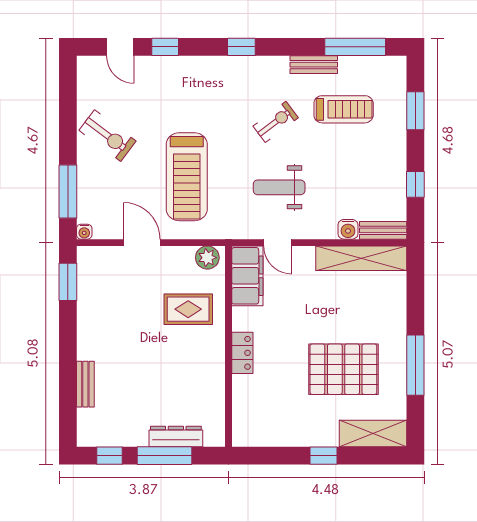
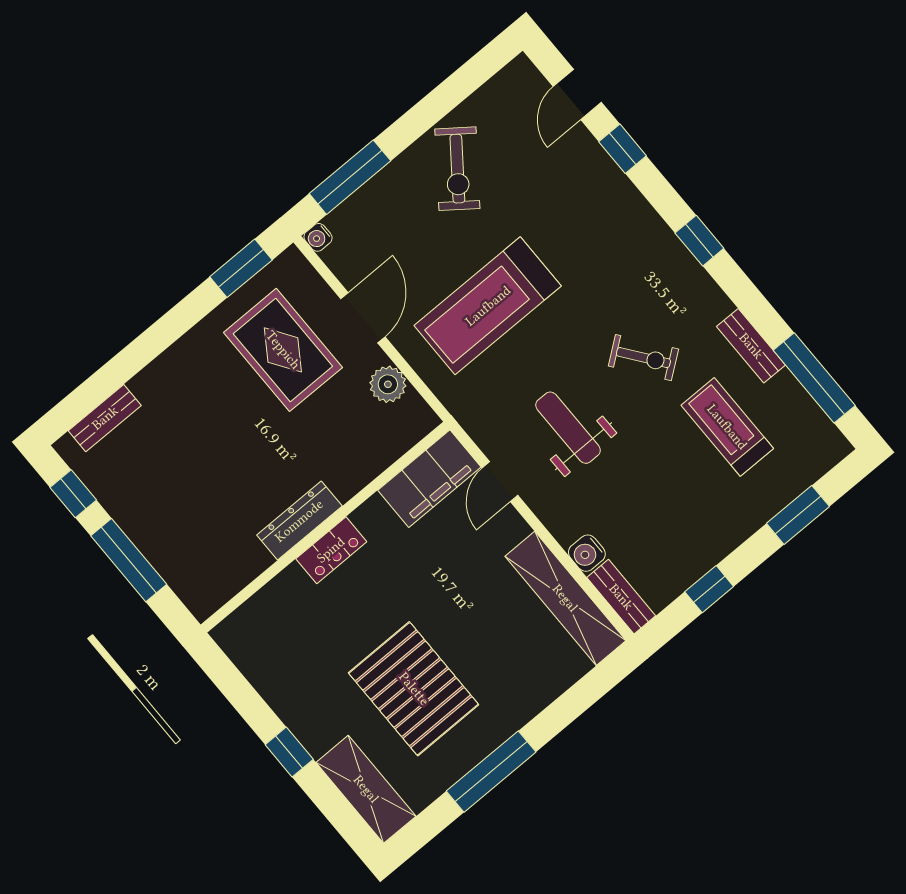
treadmill: (344, 109) -> (727, 427), turned 180
plant: (207, 258) -> (388, 384), moved
rug: (188, 309) -> (283, 350), moved, width x1.36, depth x1.43
bench: (85, 384) -> (105, 418), moved
dresser: (176, 436) -> (299, 521), moved, turned -90

